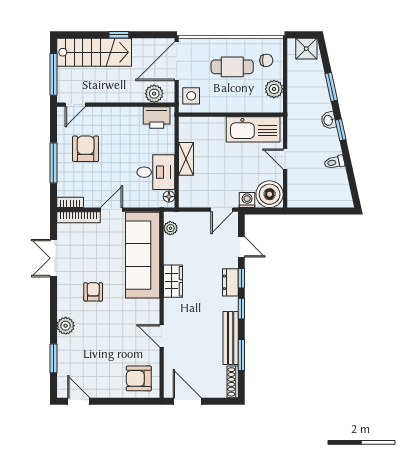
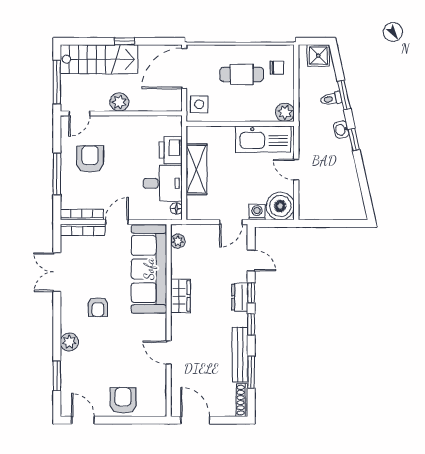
plant: (274, 89) -> (285, 112), moved
plant: (154, 94) -> (119, 102), moved
printer: (157, 118) -> (171, 150), moved, turned 90
shelving: (186, 159) -> (196, 169), width x1.50, depth x1.33
toilet: (334, 162) -> (331, 99), moved
bookcase: (70, 202) -> (82, 215), width x1.56
armchair: (93, 292) -> (98, 307), turned 180
armchair: (139, 378) -> (123, 400), moved, turned 90

